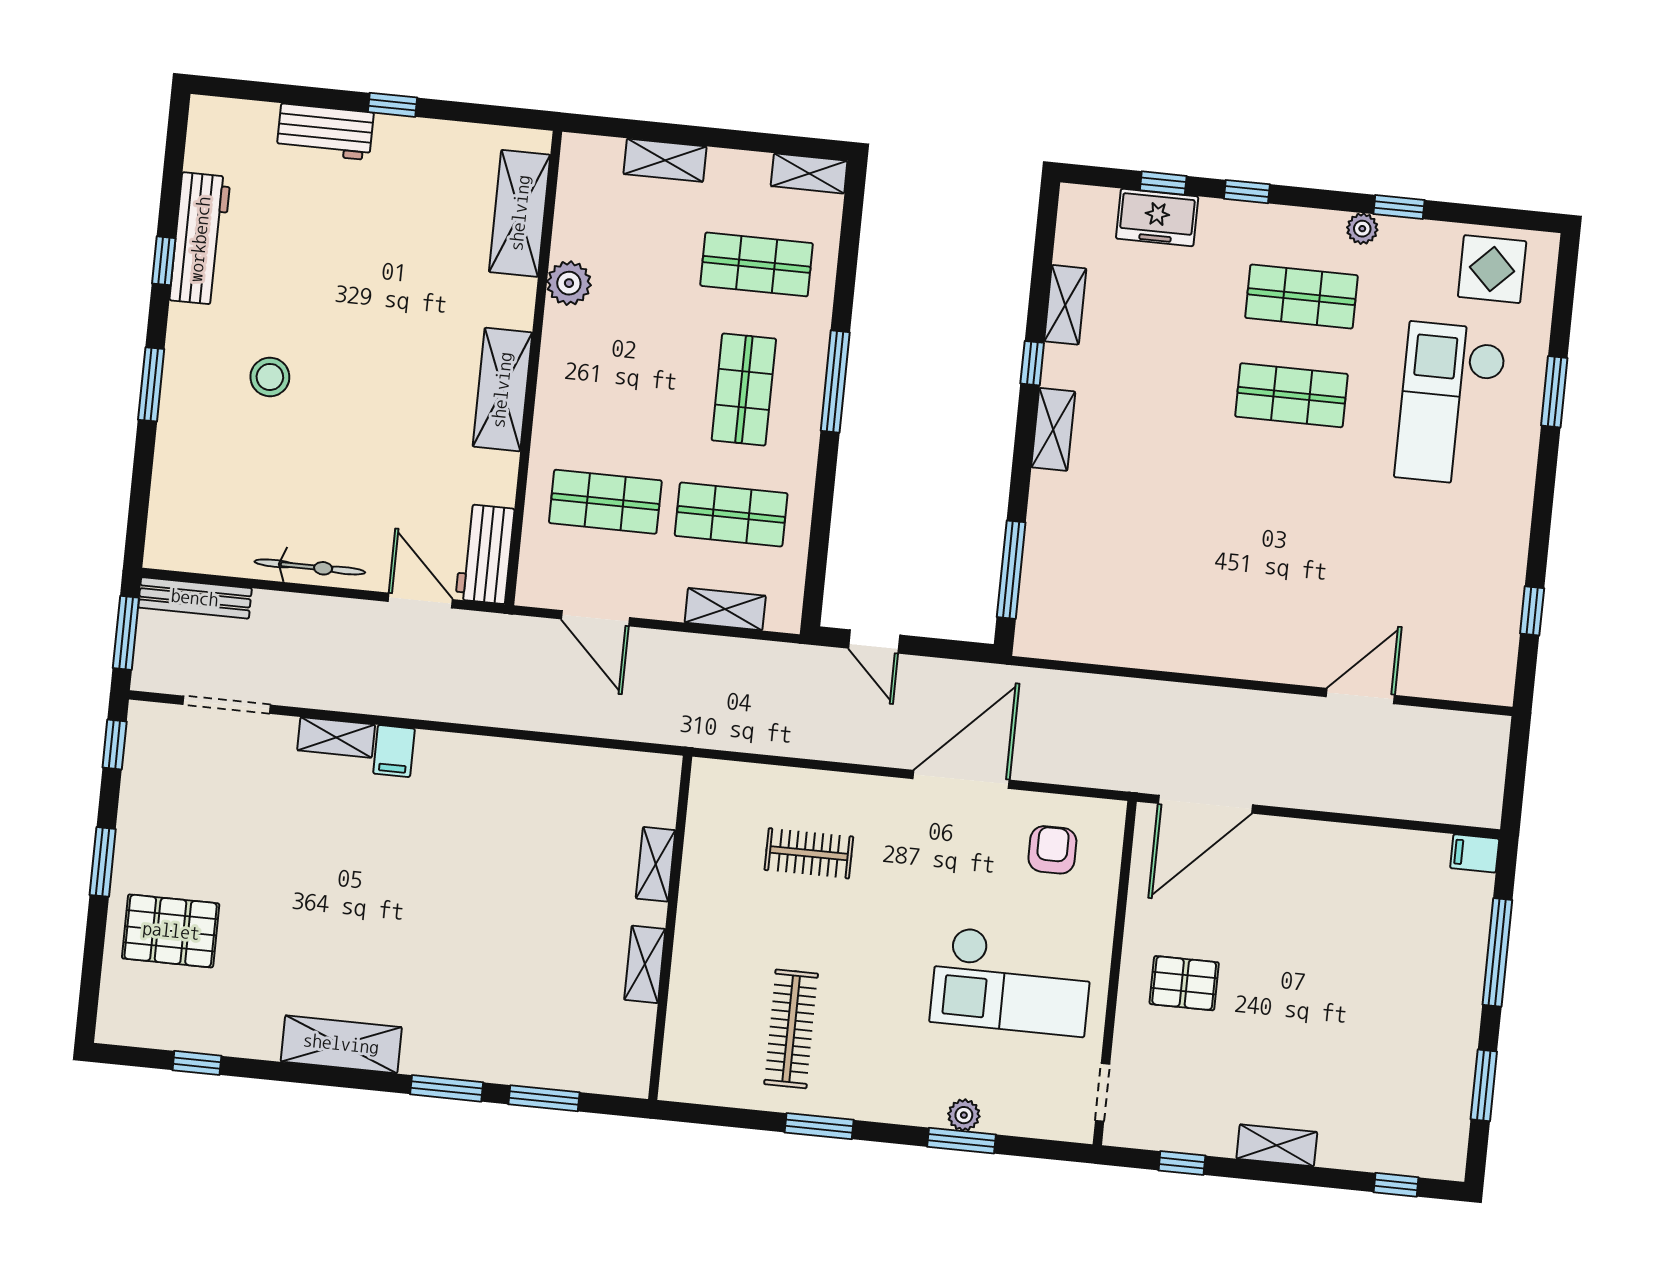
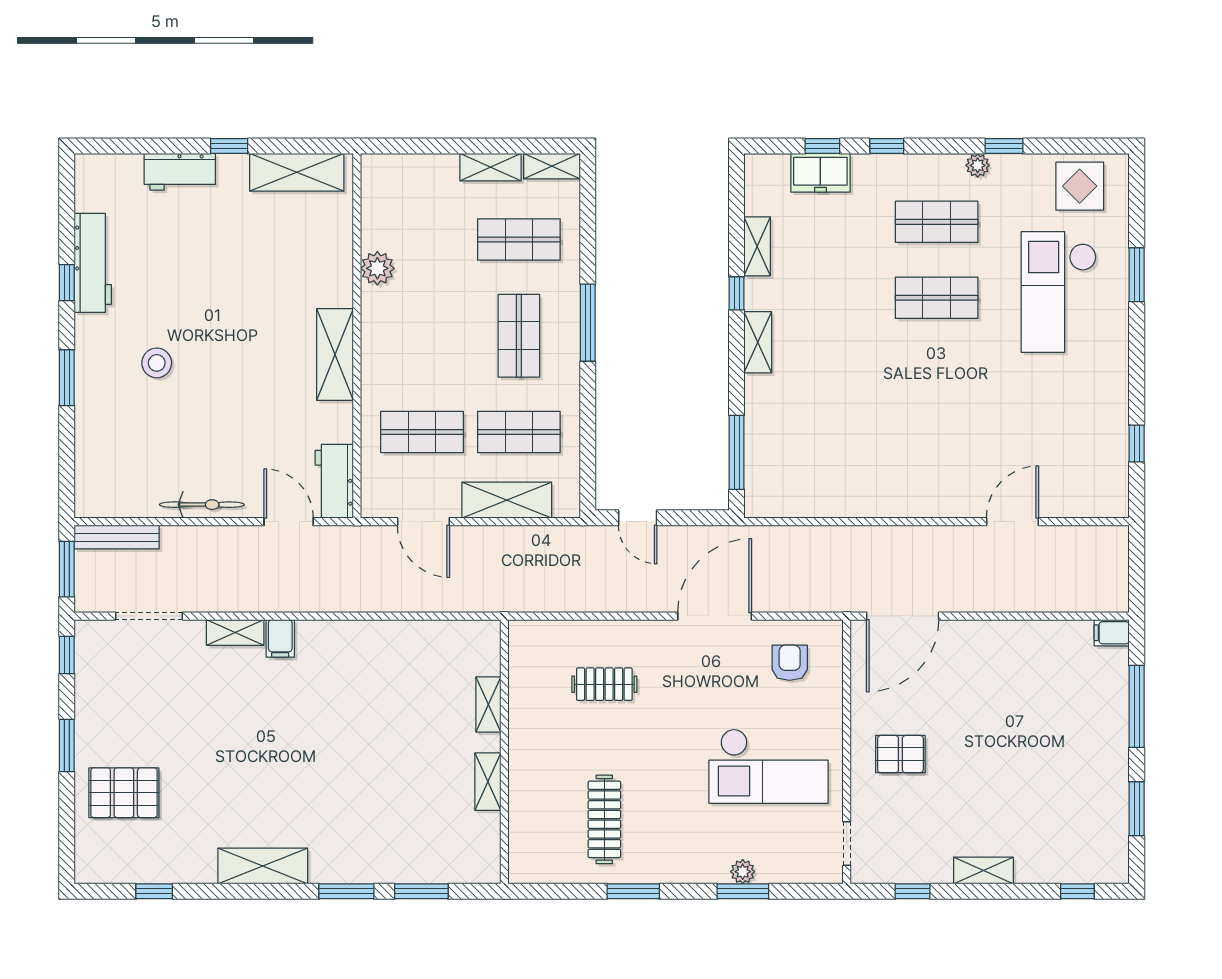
shelving: (665, 160) -> (491, 167), moved
shelving: (520, 213) -> (297, 172), moved, turned 90
shelving: (725, 609) -> (507, 500), width x1.50, depth x1.33

